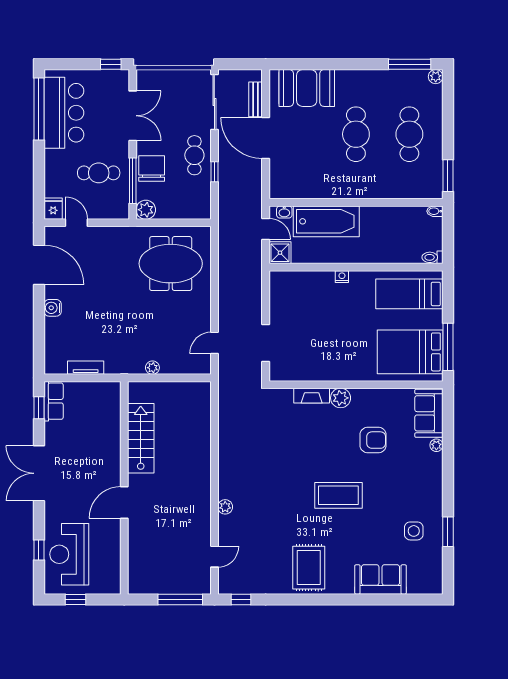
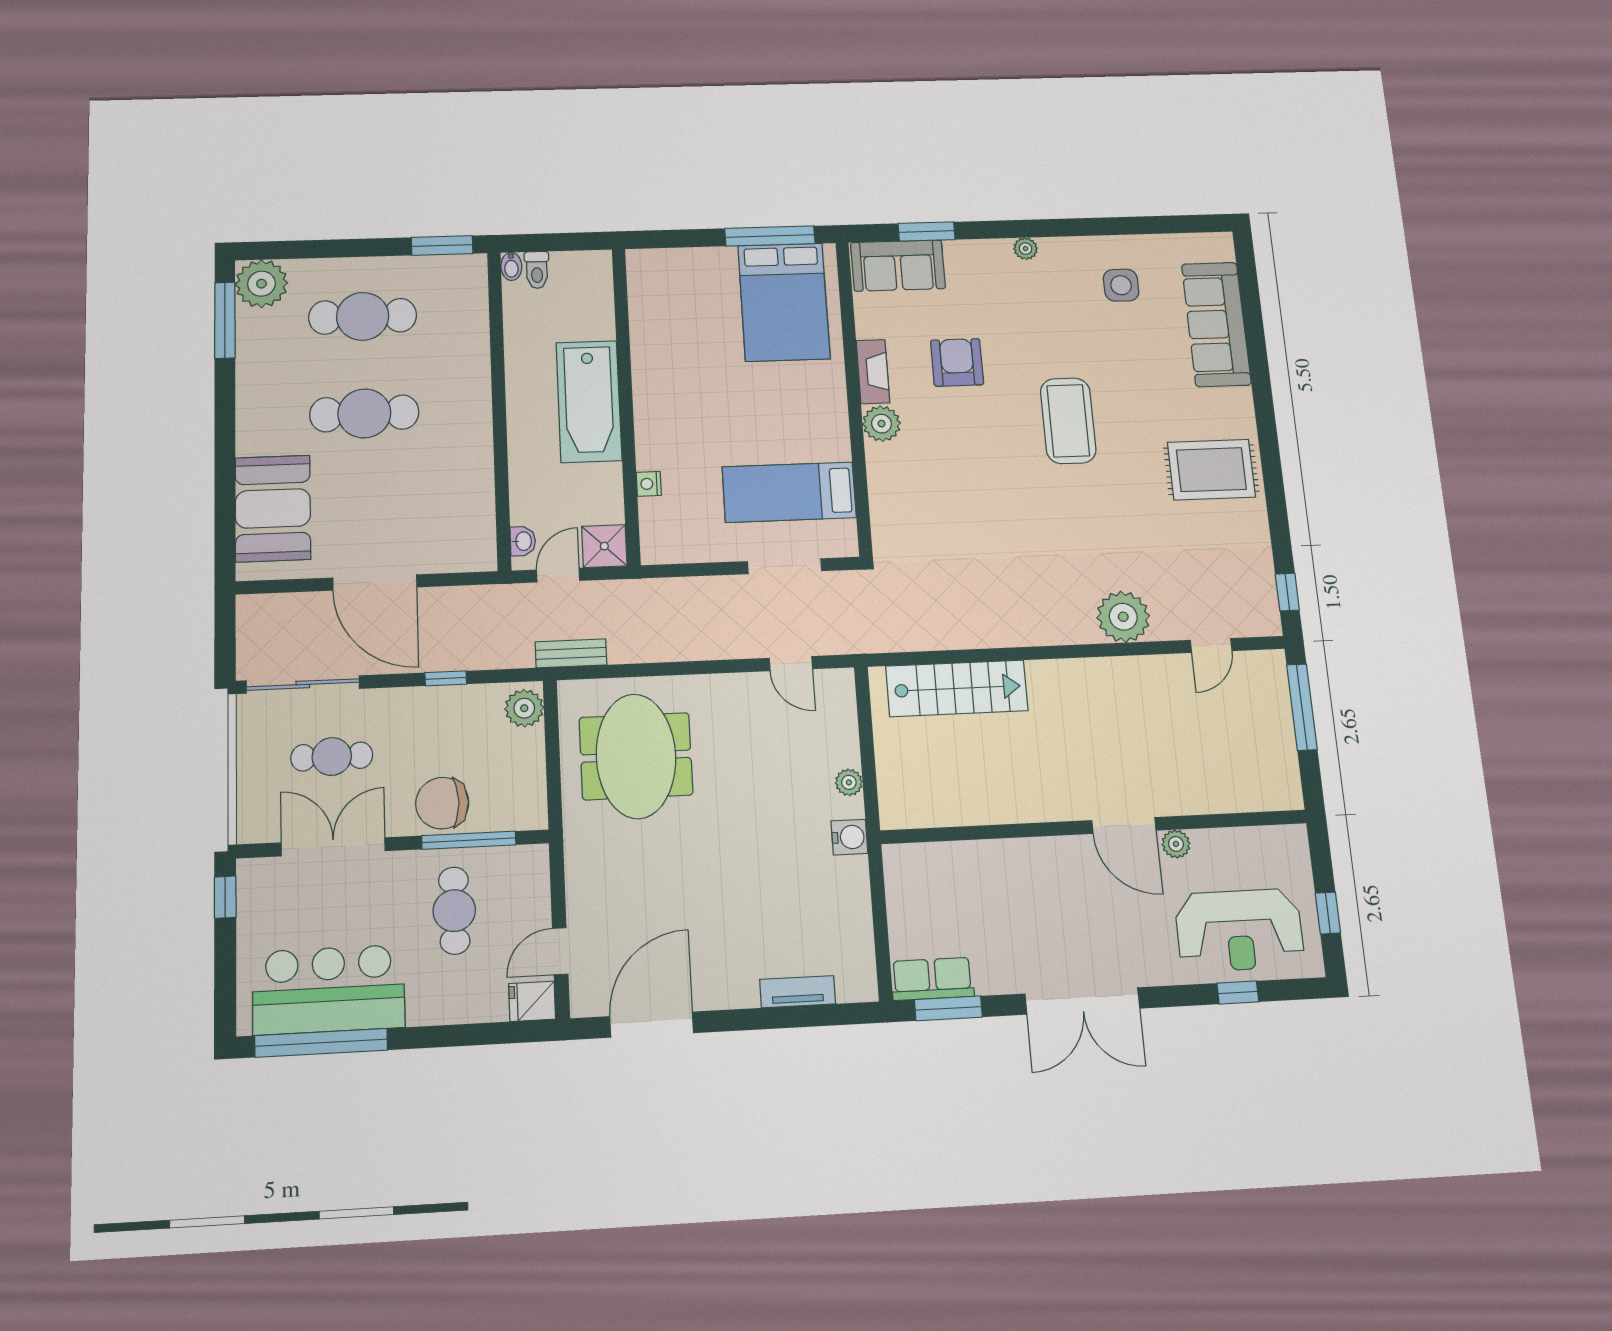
plant: (436, 77) -> (262, 284), width x1.87, depth x1.87
bench: (256, 99) -> (571, 653), moved
door: (266, 138) -> (375, 582), hinge flipped
cafe table: (194, 155) -> (332, 757), moved
plant: (146, 210) -> (524, 708), moved
bathtub: (326, 221) -> (589, 401), moved, turned 180
toilet: (432, 257) -> (537, 270), moved
nightstand: (342, 277) -> (649, 484), moved
bed: (409, 294) -> (789, 492), moved, turned 90
water cooler: (53, 308) -> (849, 837), moved, turned -90
tv unit: (86, 368) -> (798, 992), moved, turned 90
fireplace: (312, 396) -> (873, 372), moved
window: (39, 408) -> (948, 1008), width x1.50
stairs: (141, 438) -> (957, 688), moved, turned 180
plant: (436, 445) -> (1026, 249), moved
plant: (225, 507) -> (1123, 617), width x1.88, depth x1.88
plant: (114, 528) -> (1176, 844), added
window: (448, 532) -> (927, 231), moved
door: (214, 557) -> (1211, 645), swing flipped
sofa: (381, 579) -> (1216, 324), width x1.36

